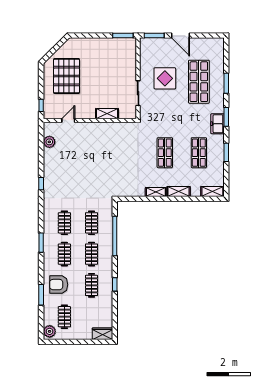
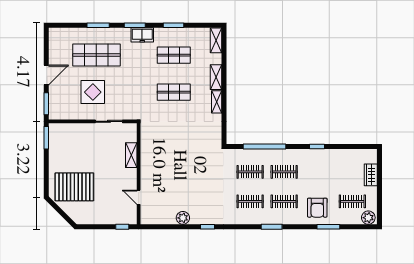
pallet: (67, 76) -> (74, 187), moved
plant: (49, 142) -> (183, 218), moved
clothes rail: (92, 285) -> (318, 172), removed
wardrobe: (102, 334) -> (371, 175), moved

